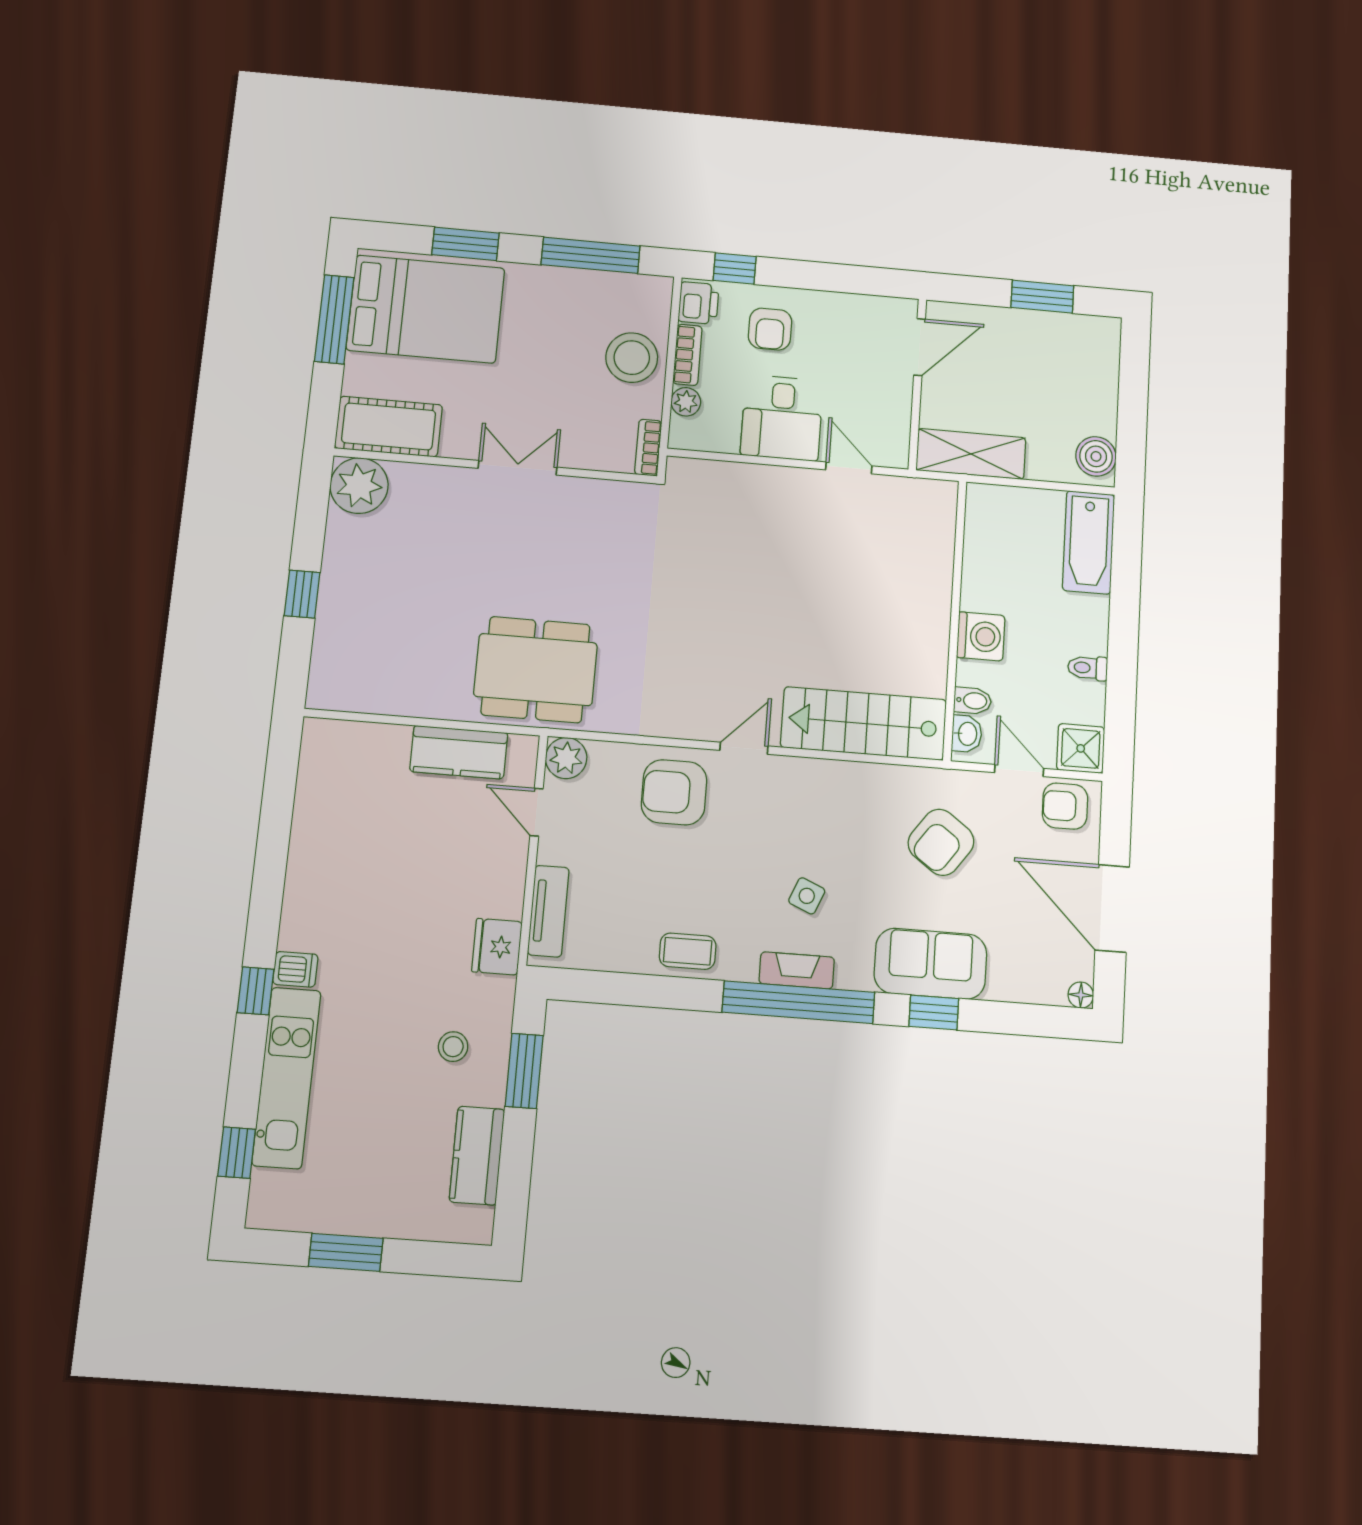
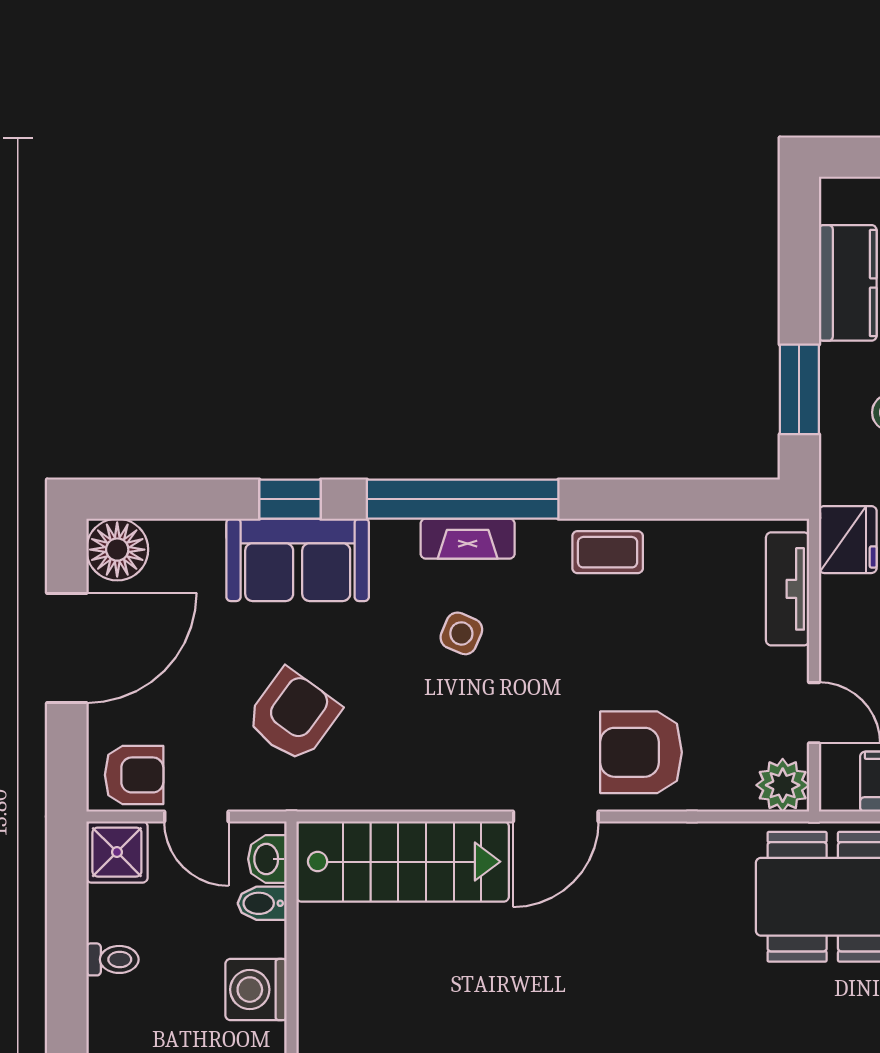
door: (744, 748) -> (556, 817), width x1.38
armchair: (674, 792) -> (641, 752), turned 180
door: (1112, 908) -> (67, 648), hinge flipped
floor lamp: (1081, 995) -> (117, 550), width x1.89, depth x1.89

